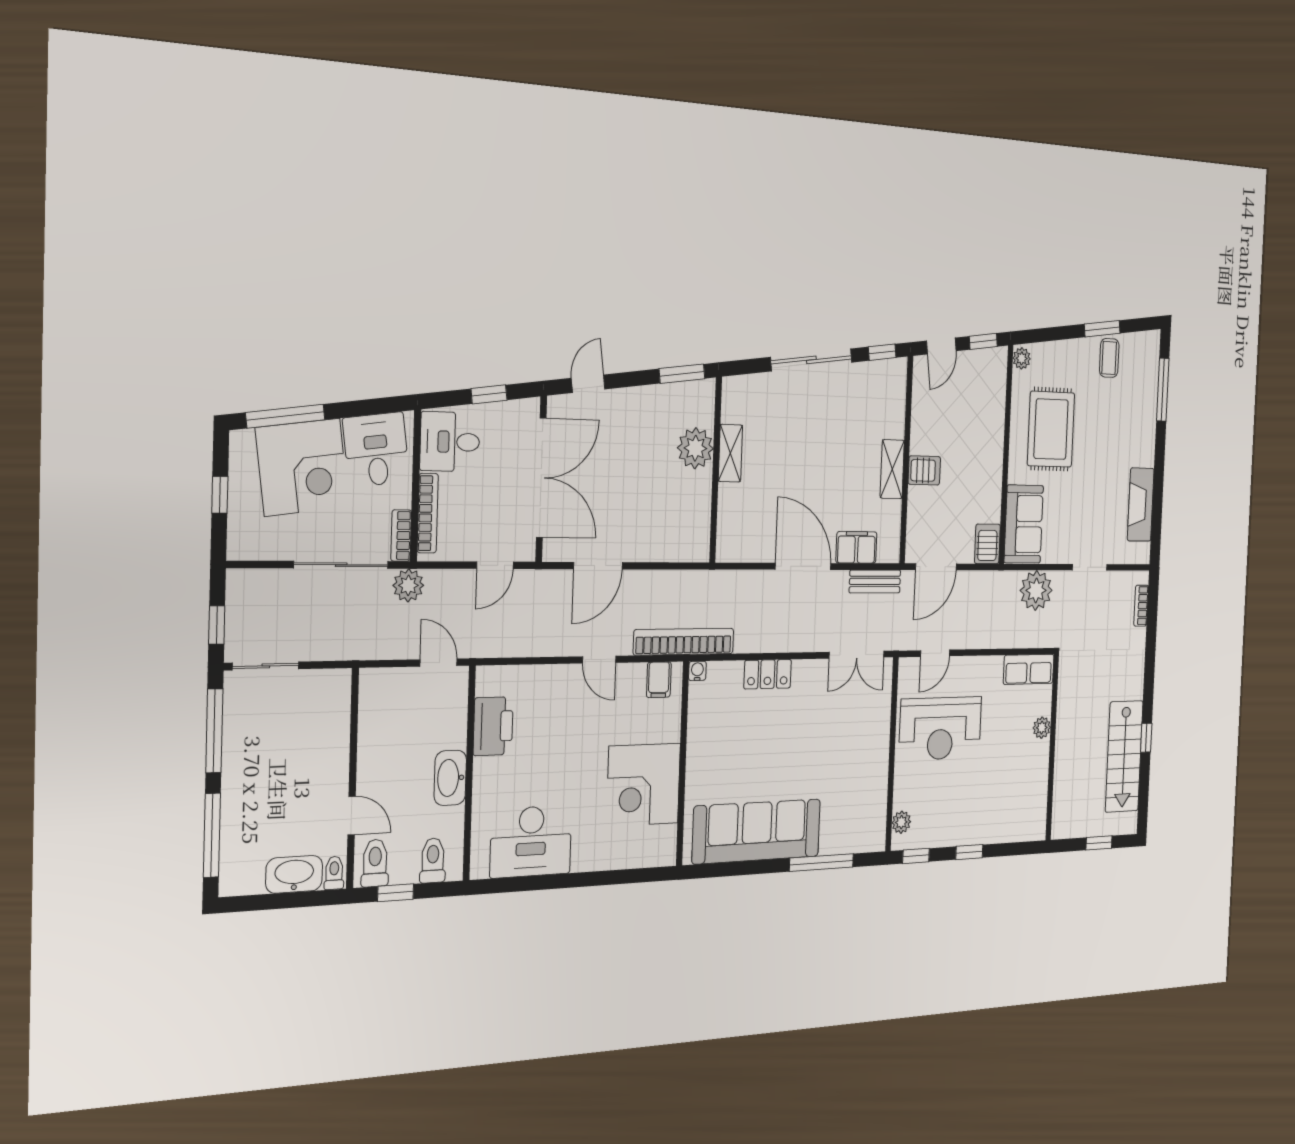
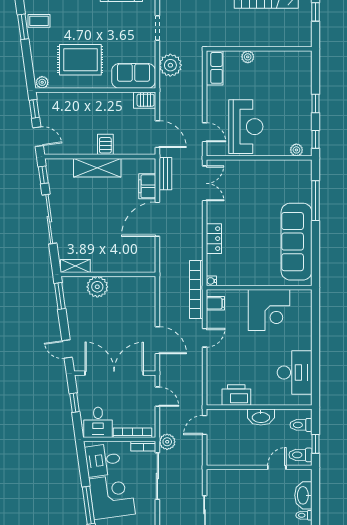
shelving: (730, 453) -> (75, 266), moved
shelving: (892, 469) -> (97, 168), width x1.50, depth x1.33
toilet: (334, 873) -> (304, 515), moved

